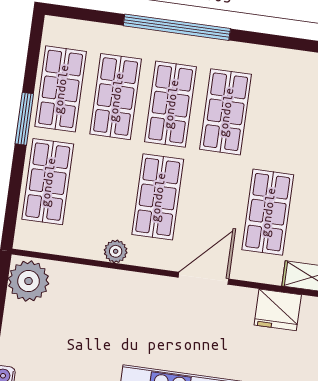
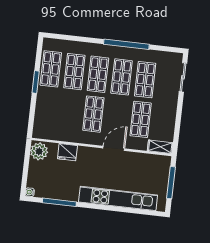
window: (177, 27) -> (126, 44), moved
shop shelf: (48, 182) -> (145, 80), moved
plant: (116, 251) -> (76, 138), removed
fridge: (278, 310) -> (67, 152), moved

